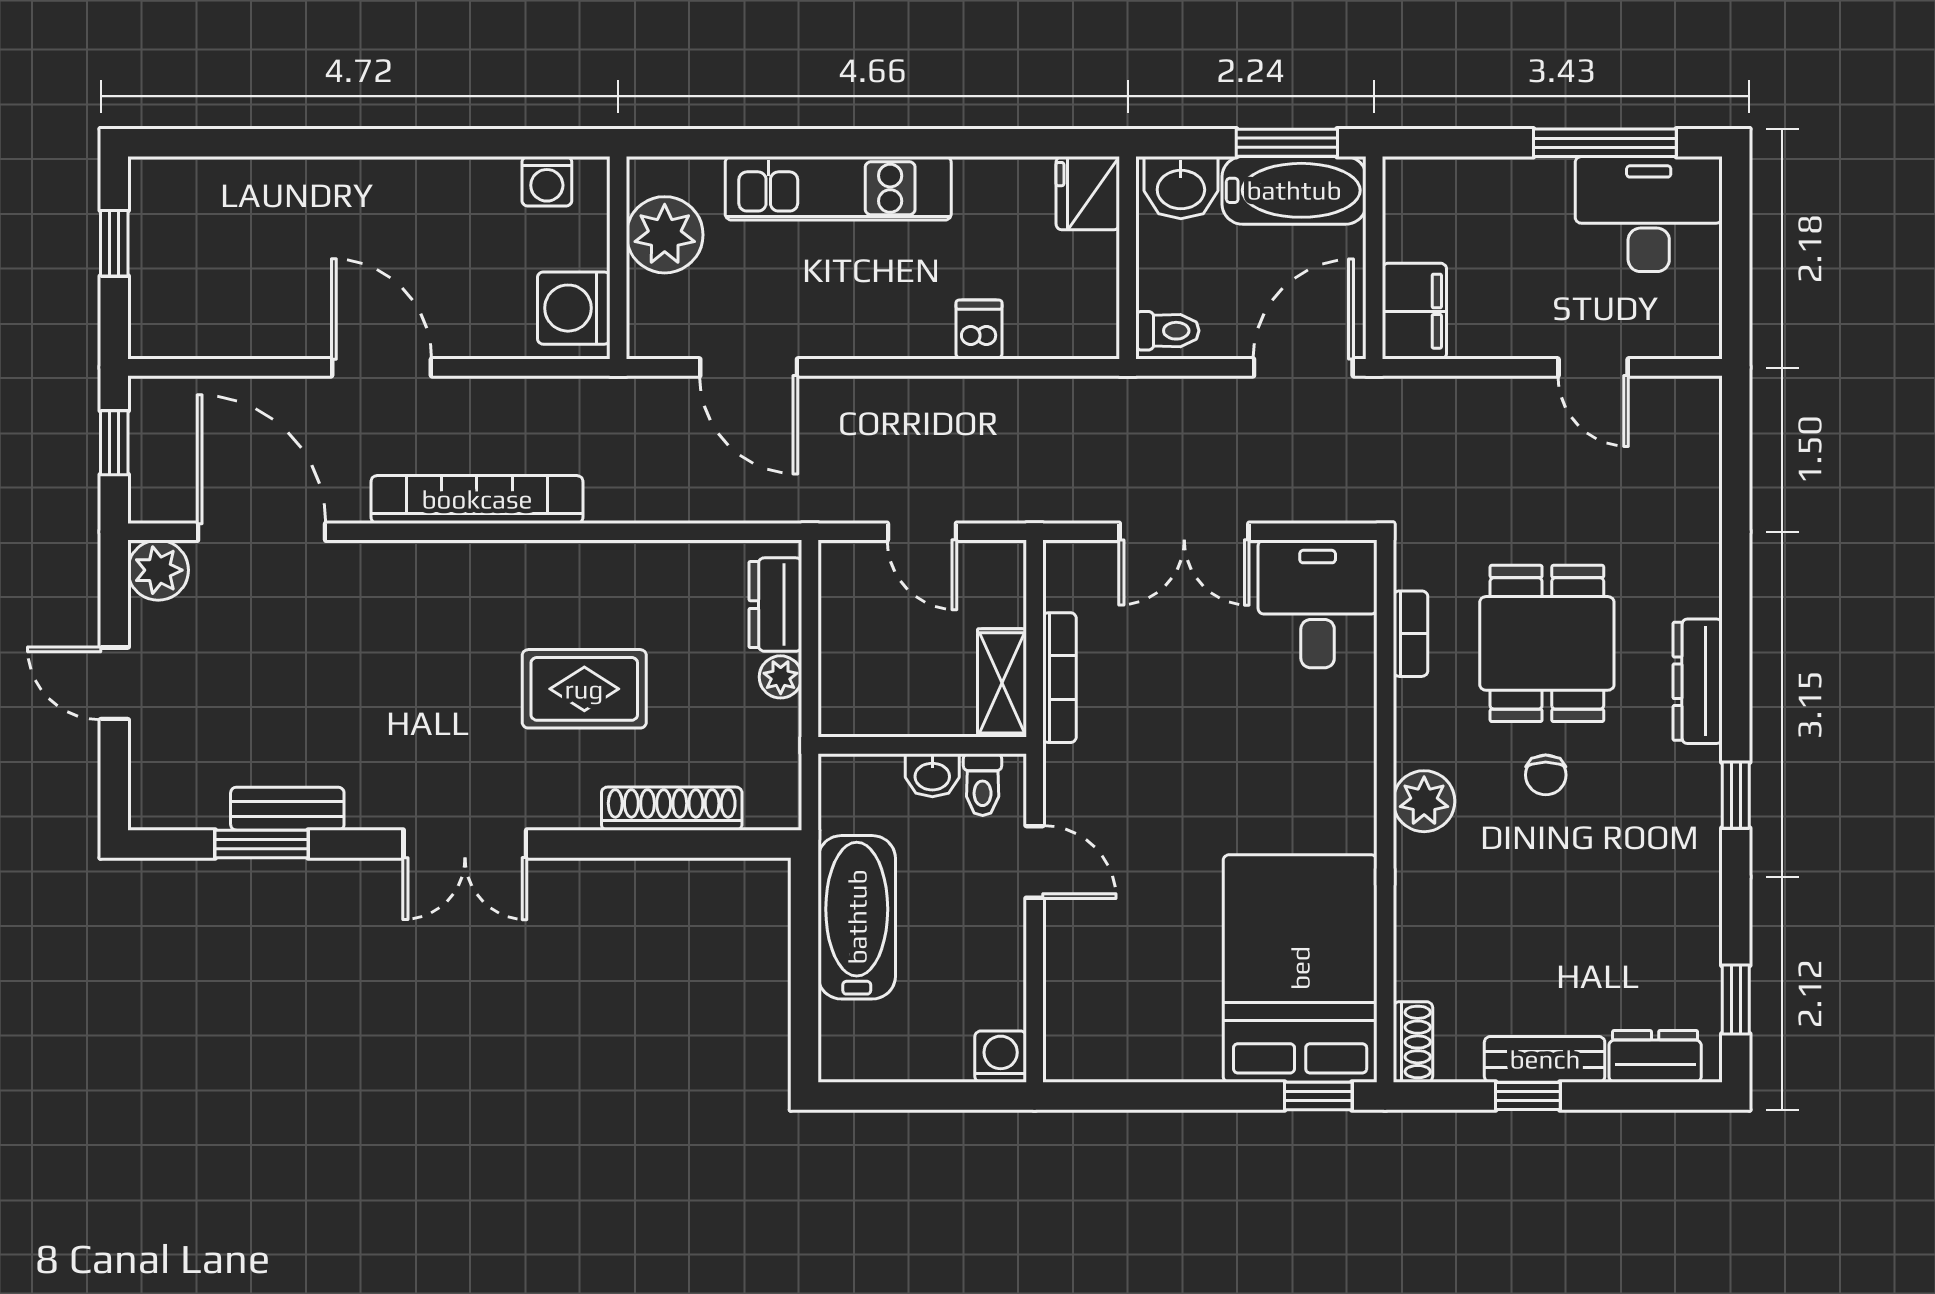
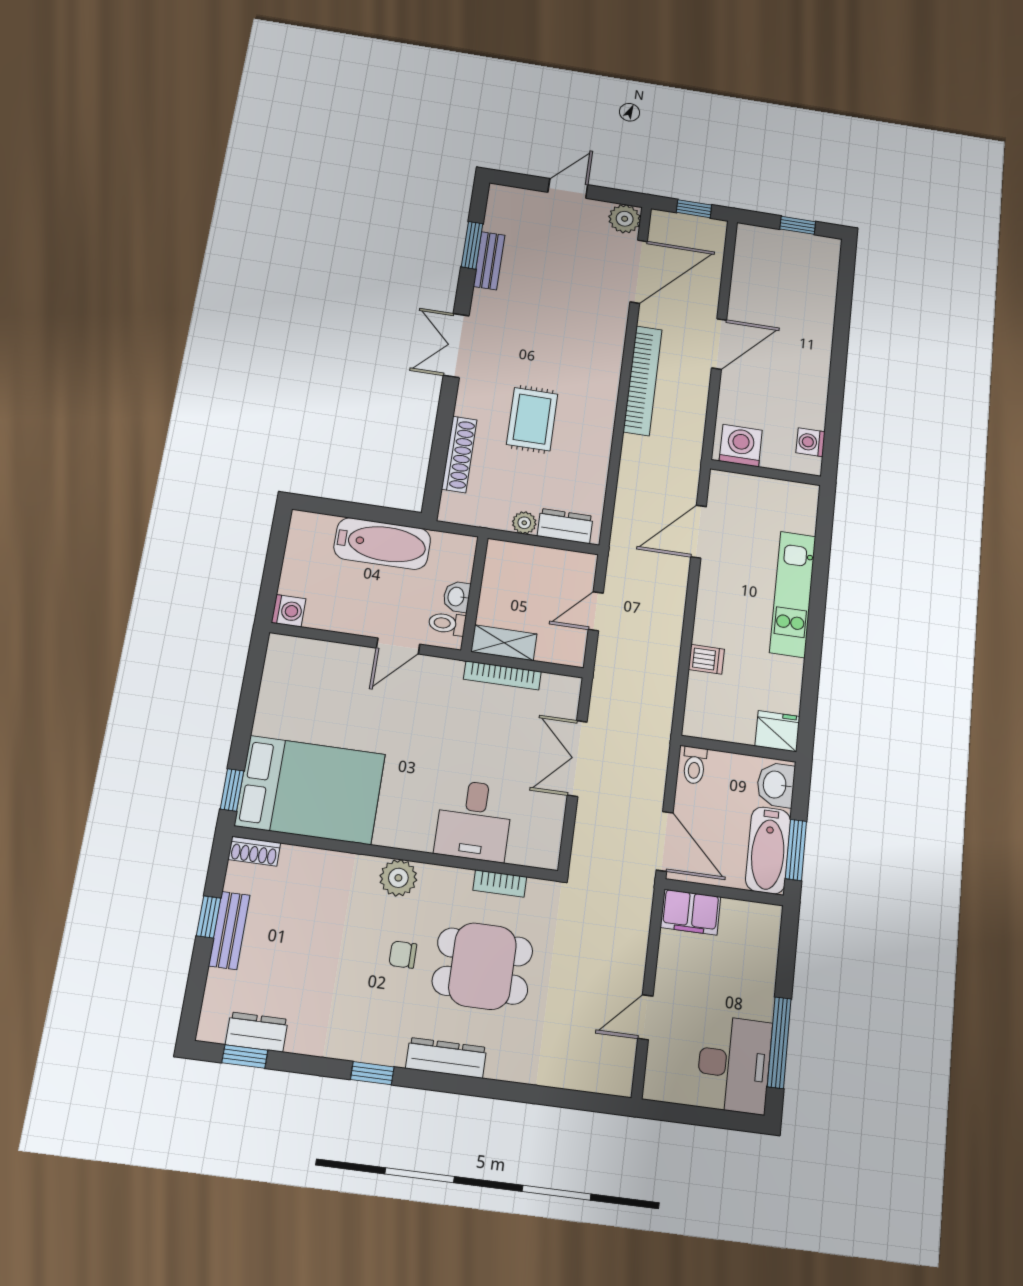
plant: (665, 235) -> (776, 499), removed
desk: (1318, 604) -> (474, 820), moved, turned 90
dresser: (1655, 1056) -> (257, 1032), moved, turned -90

